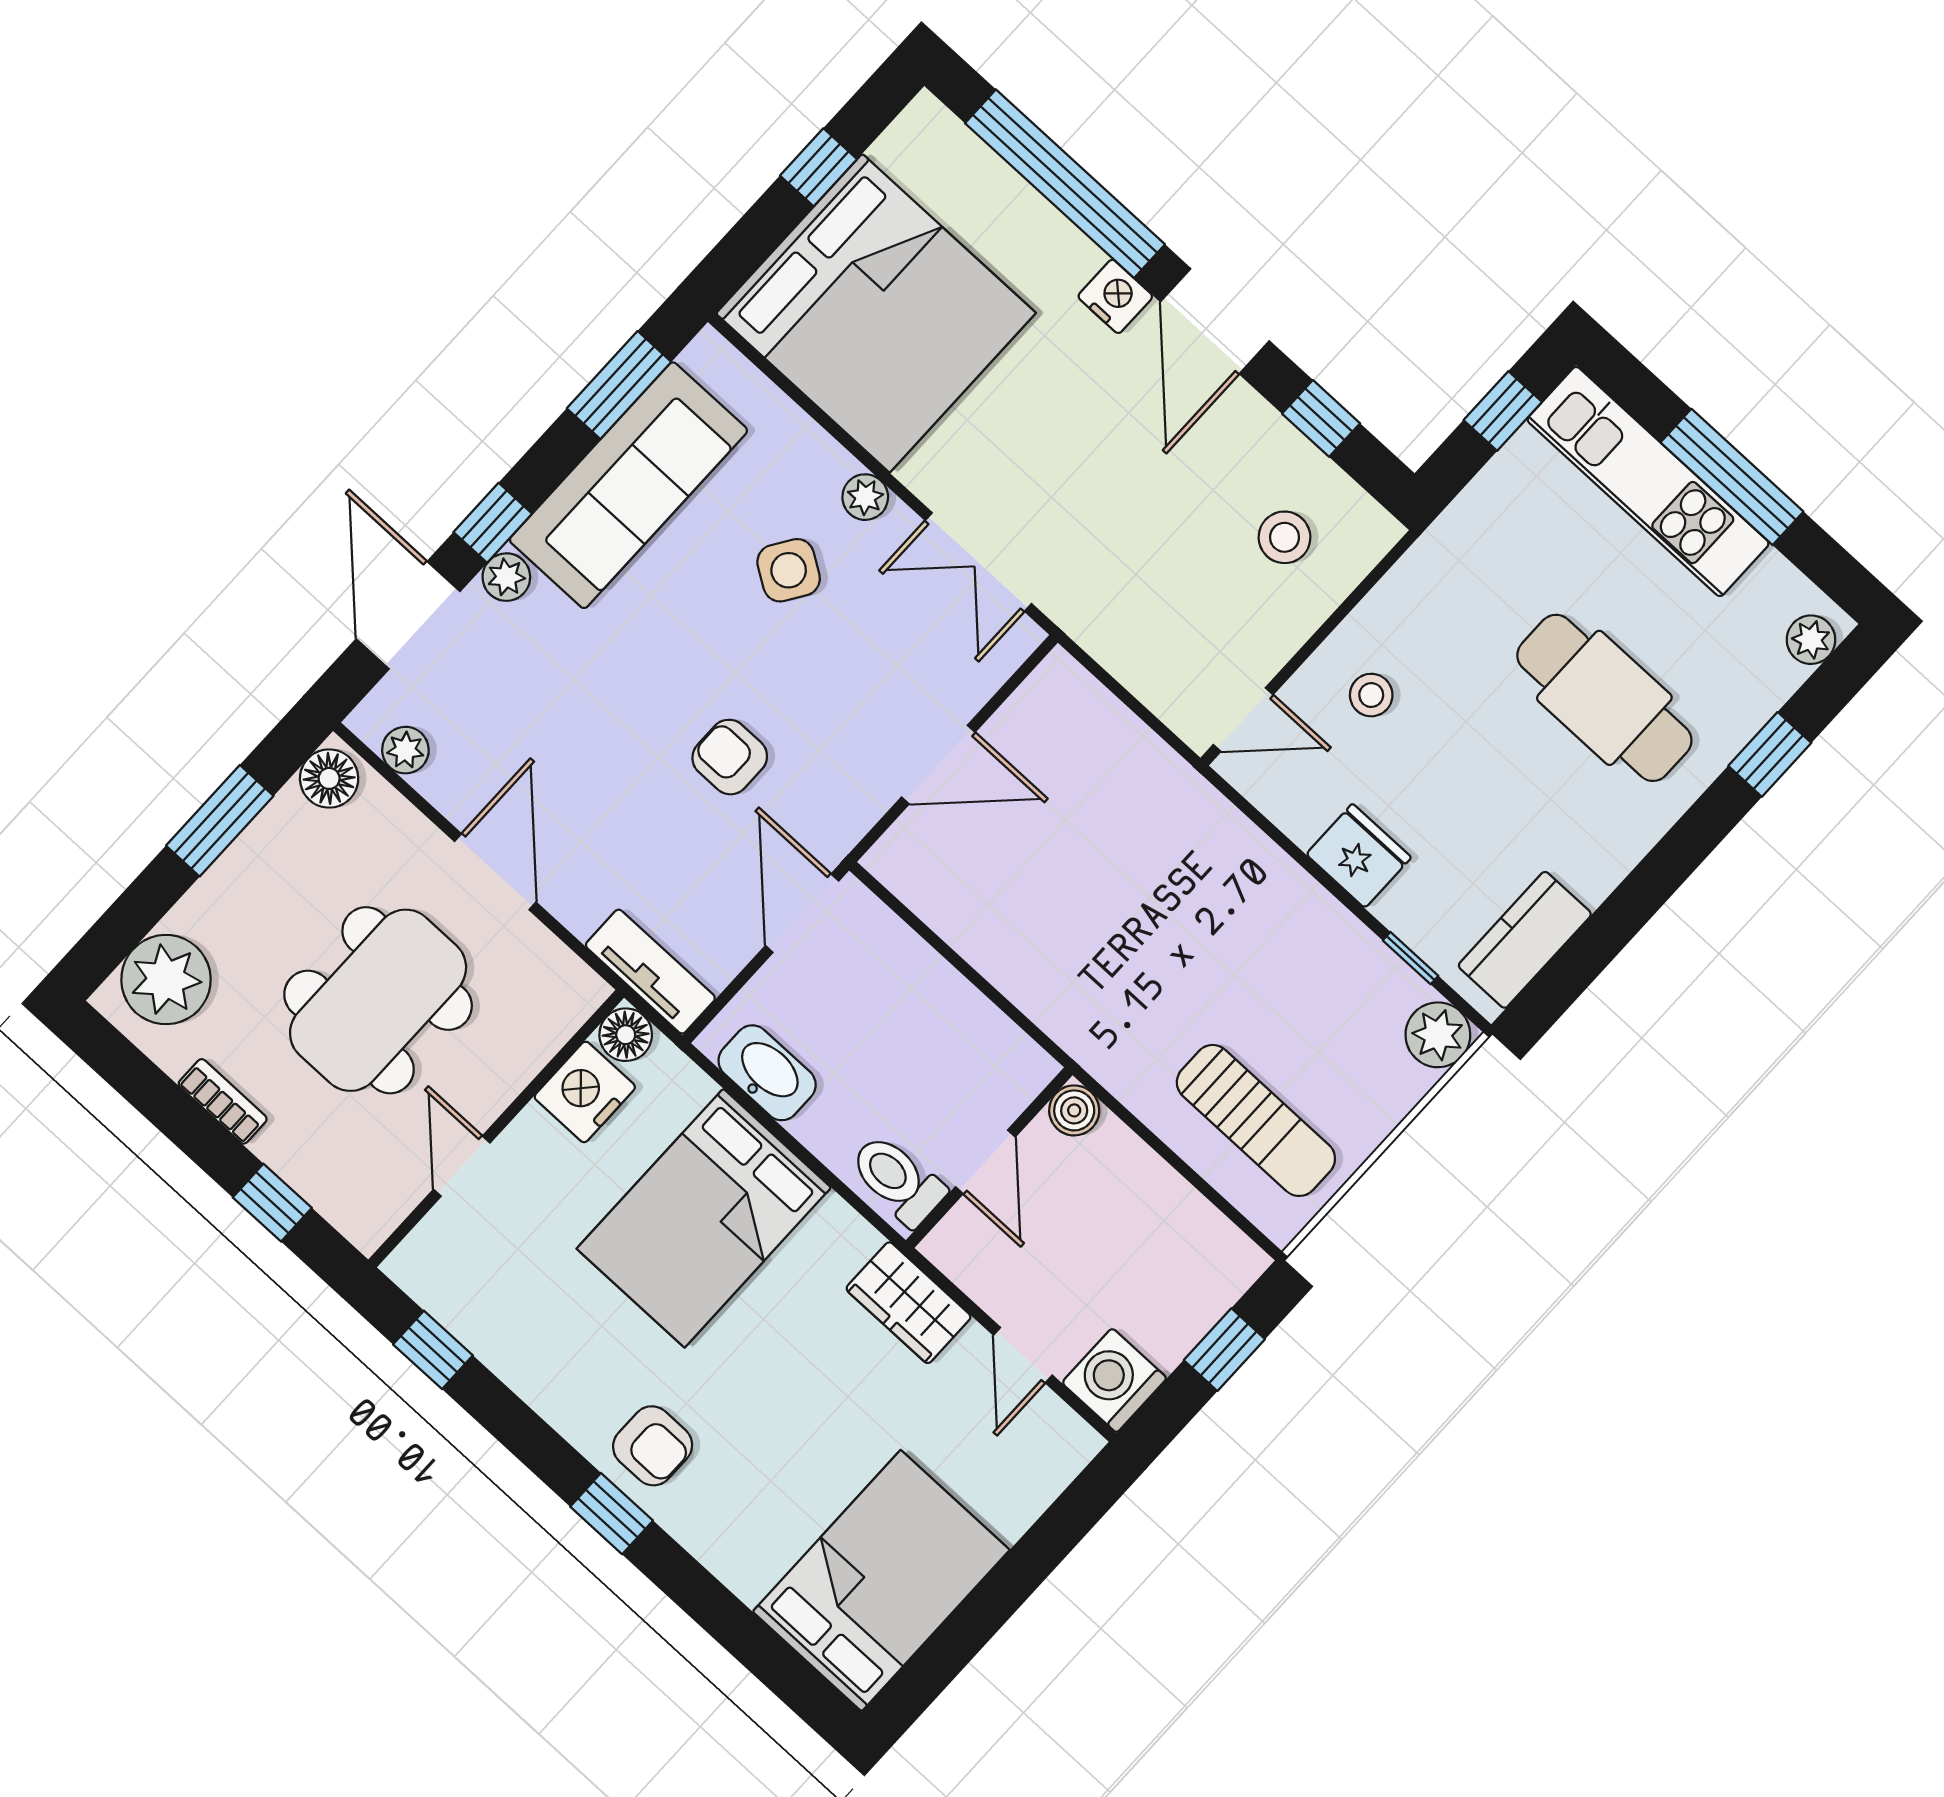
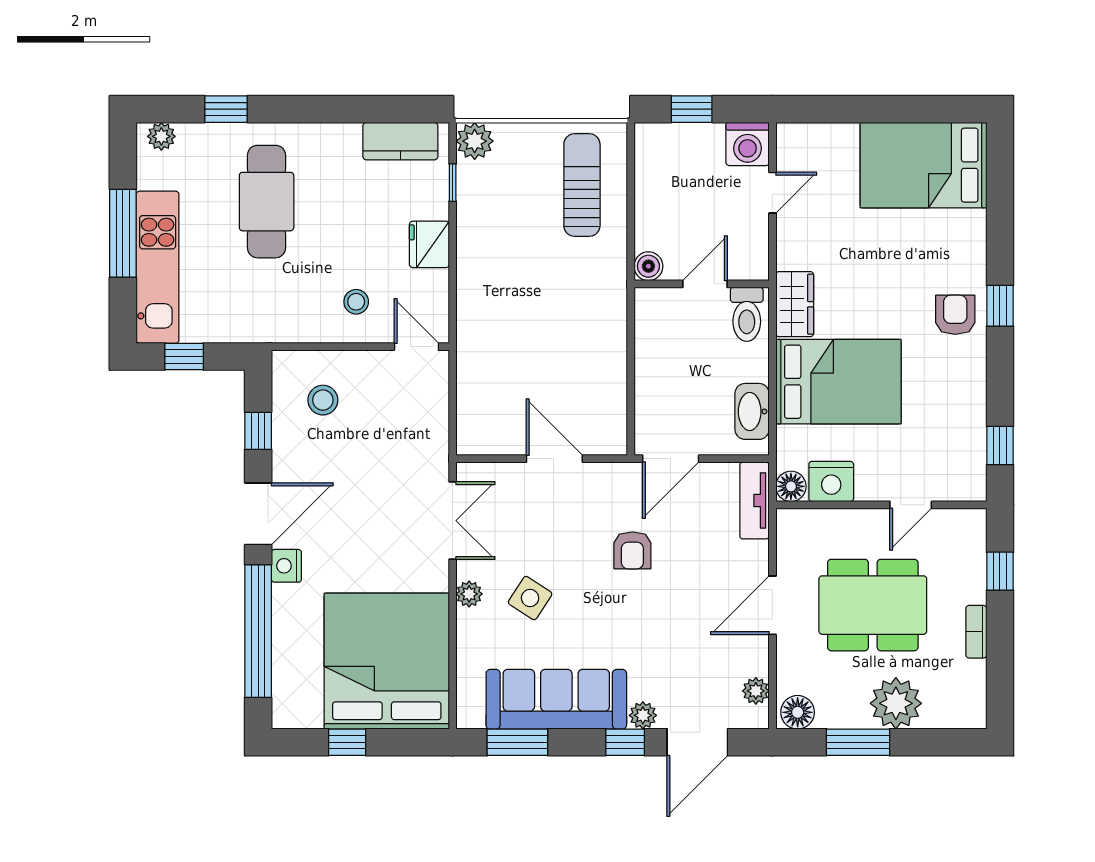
plant: (166, 980) -> (896, 703), moved
wardrobe: (909, 1303) -> (795, 304), moved

